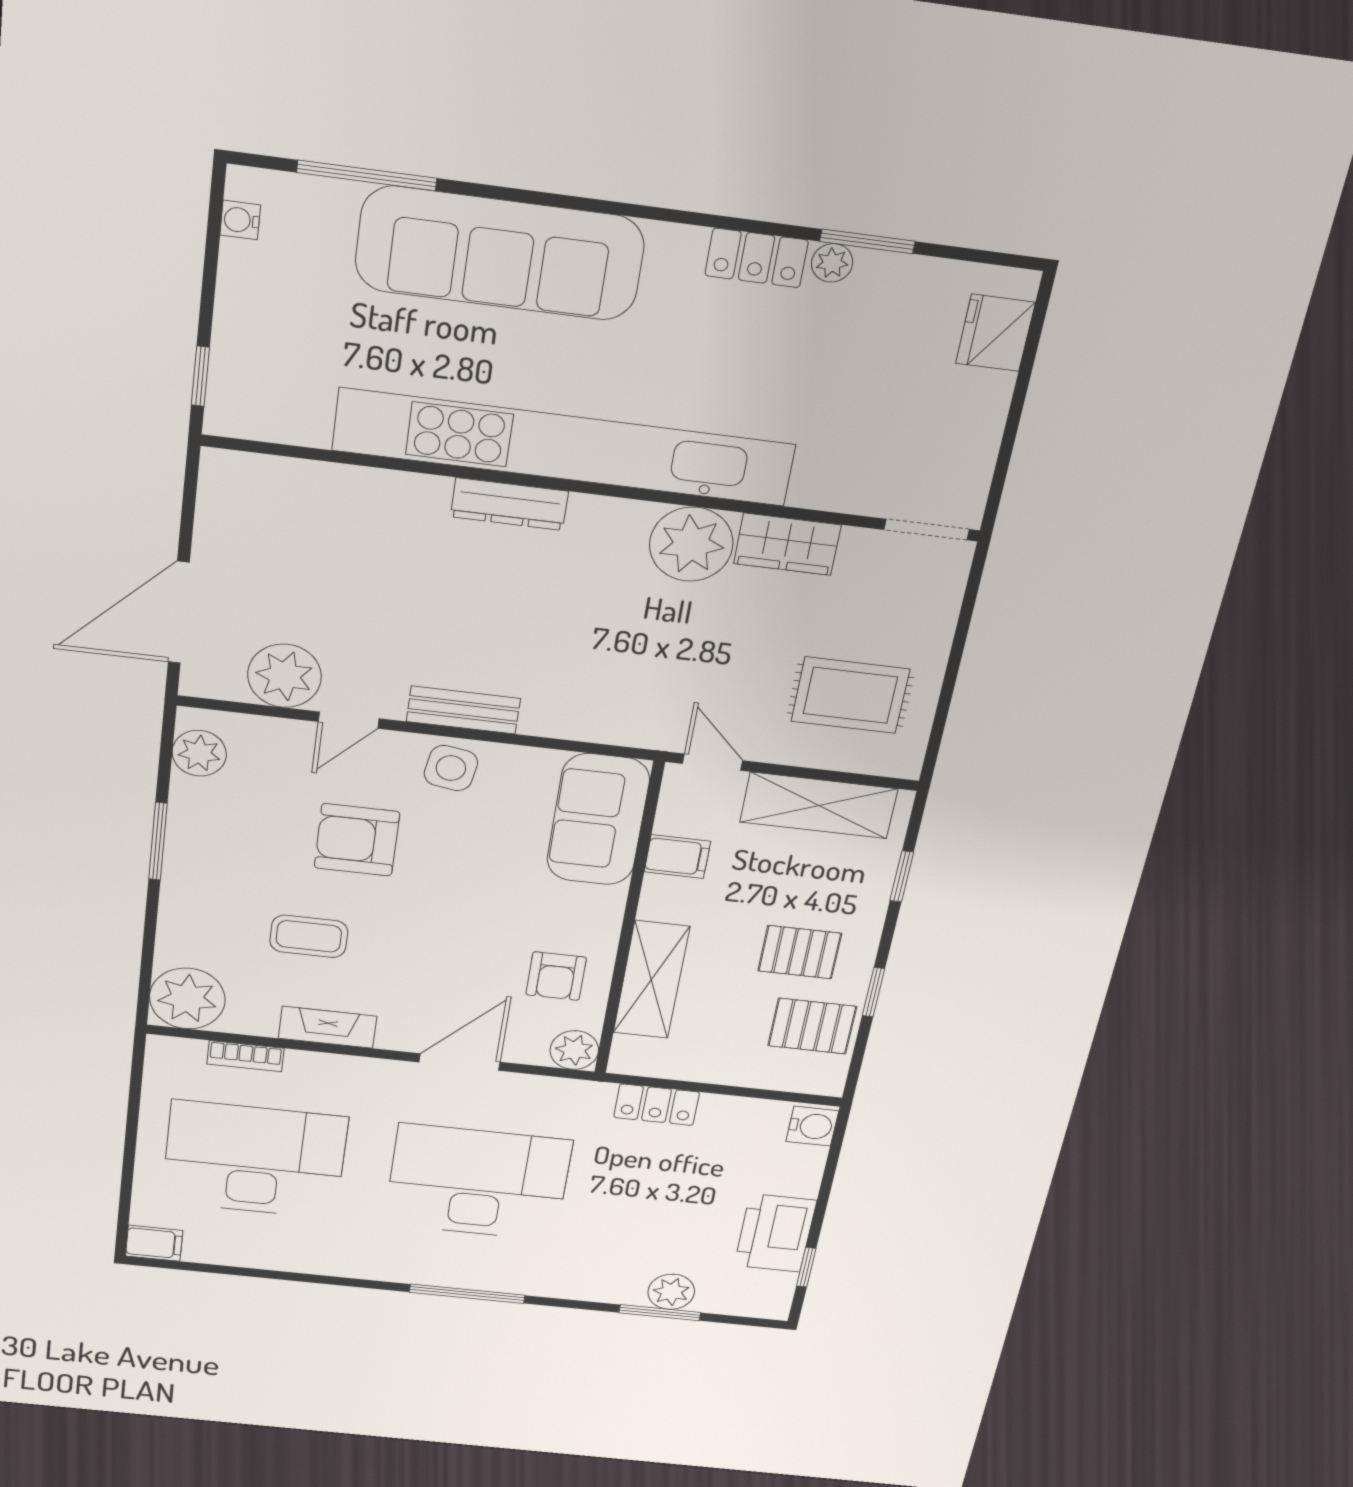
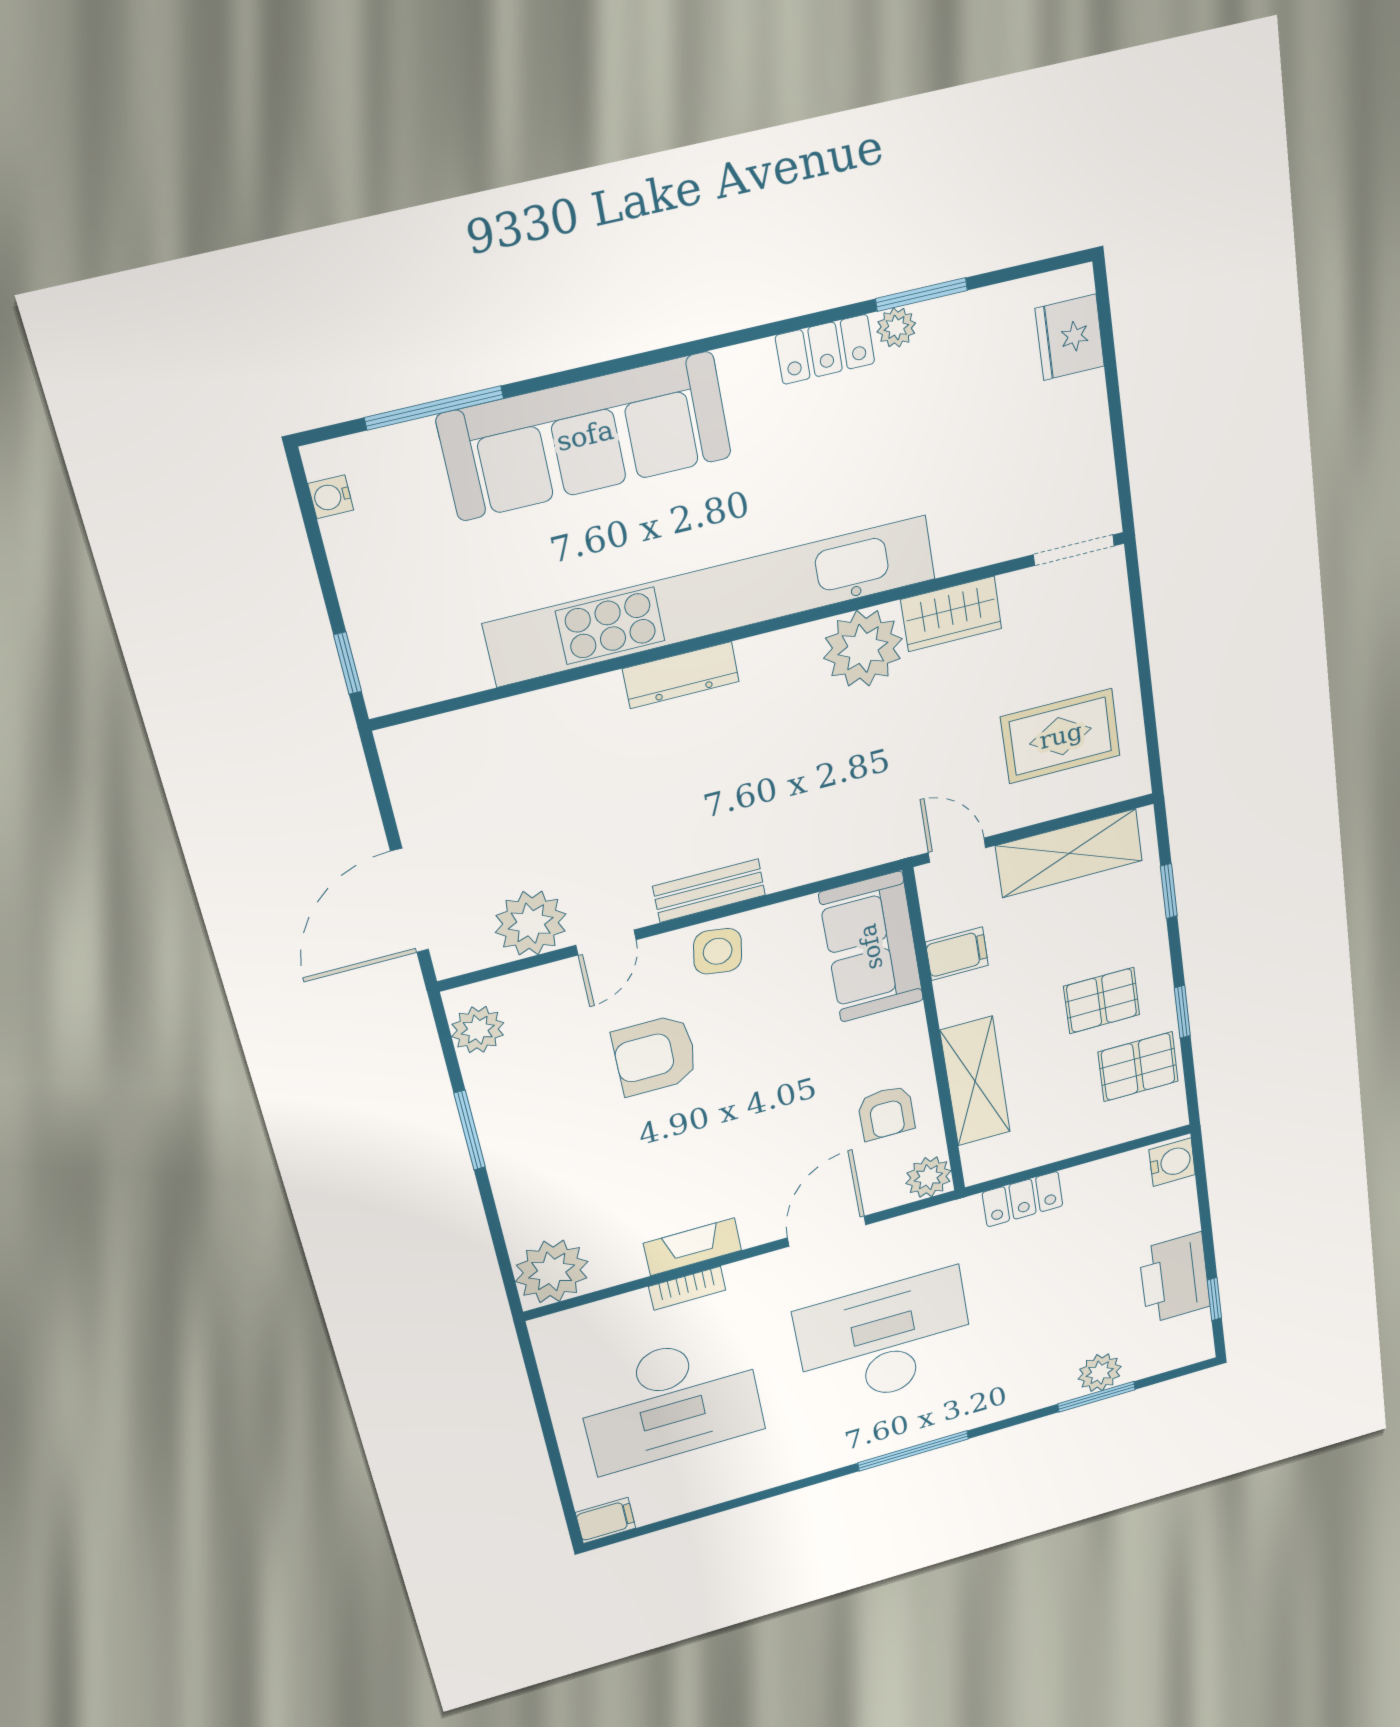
coffee table: (309, 936) -> (644, 1166), removed
bookcase: (245, 1056) -> (687, 1288), moved
desk: (254, 1160) -> (670, 1402), turned 180

